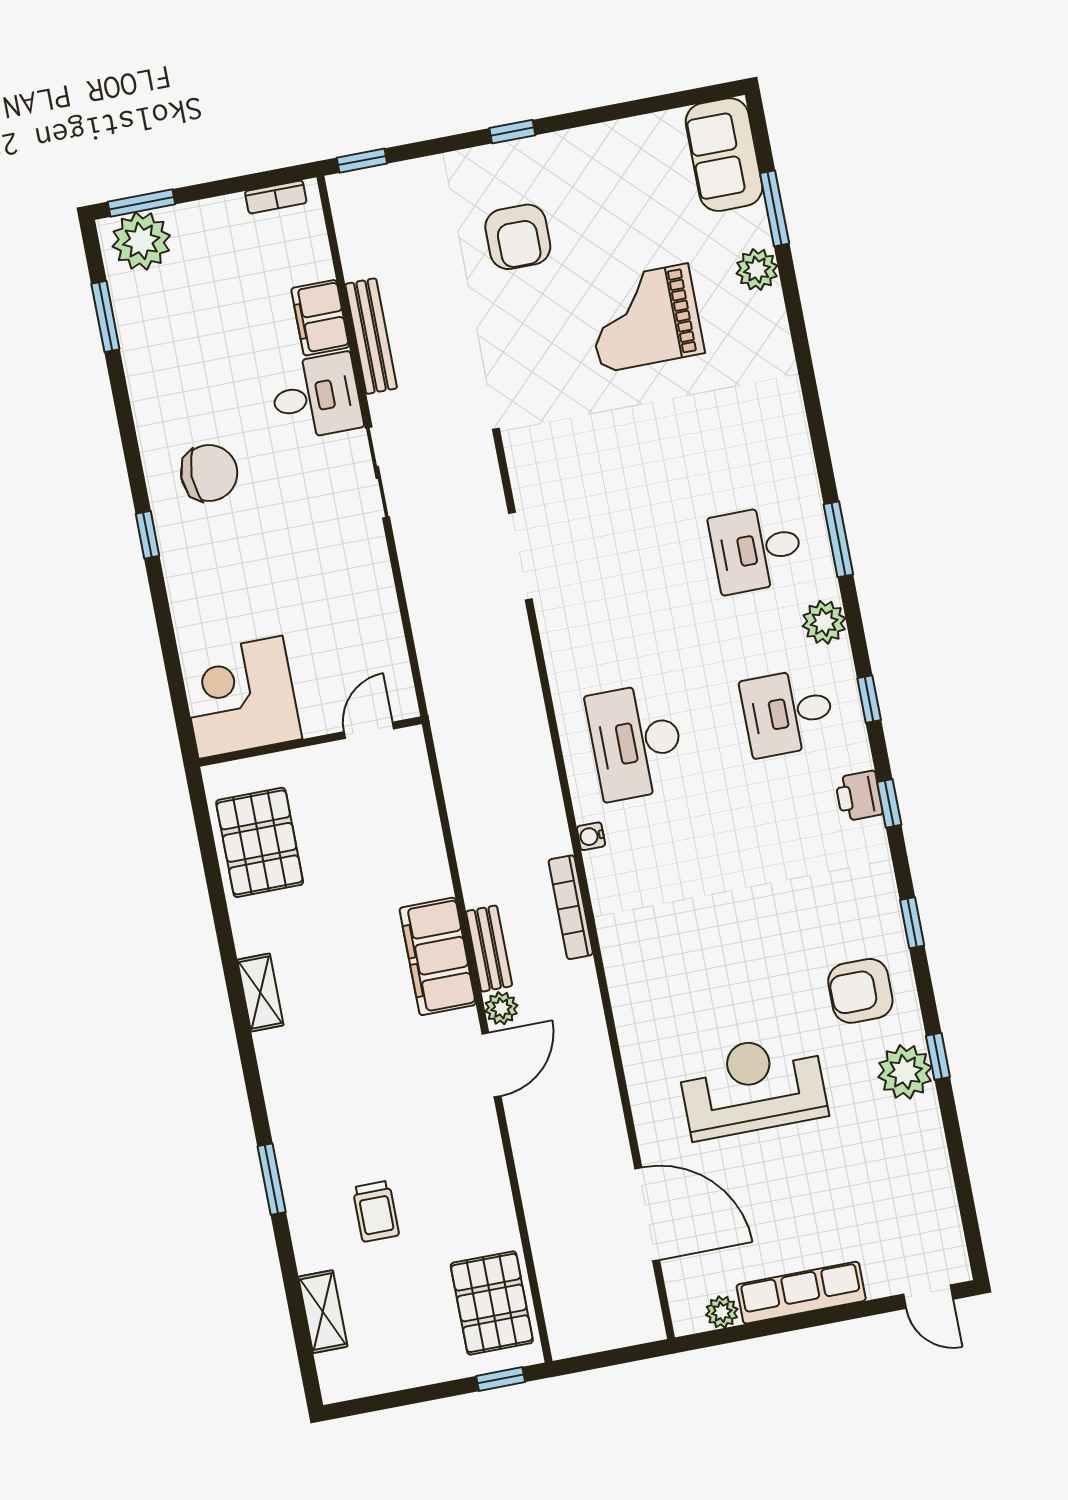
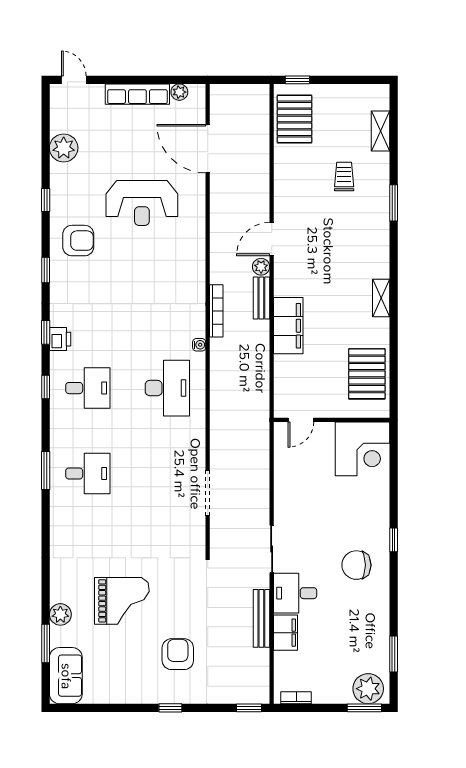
plant: (824, 622) -> (61, 430), removed
filing cabinet: (438, 956) -> (288, 326), moved
plant: (905, 1072) -> (64, 148), moved

